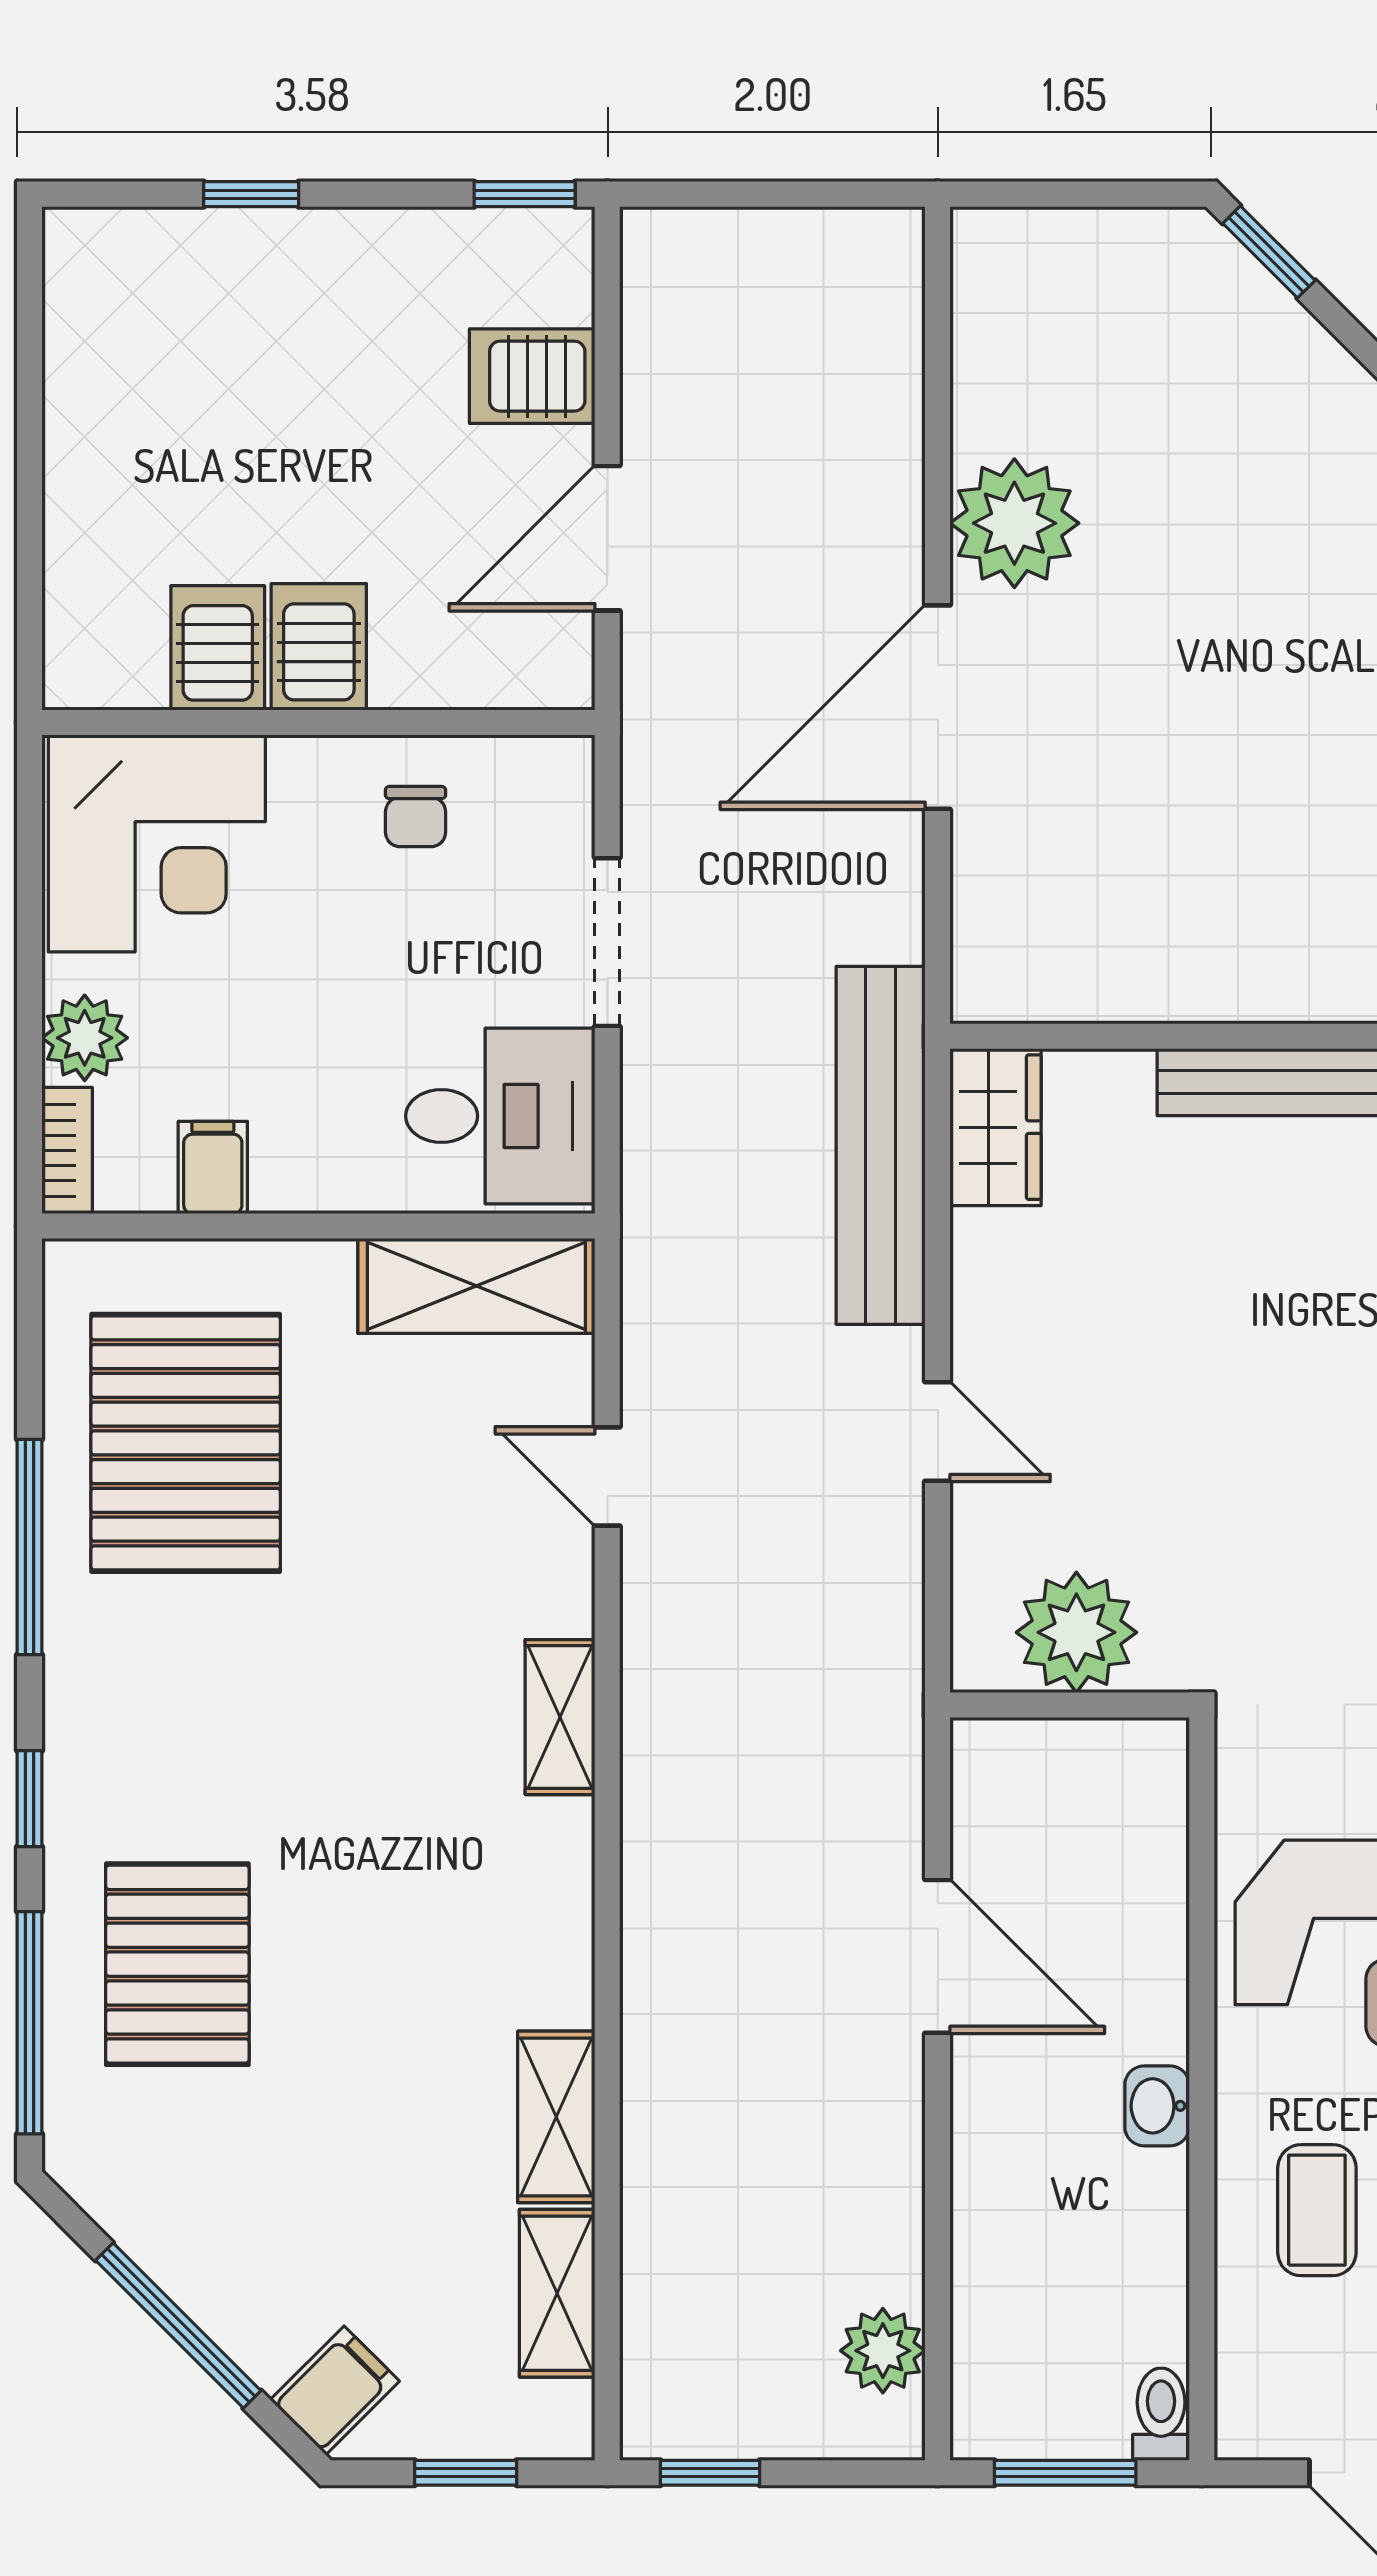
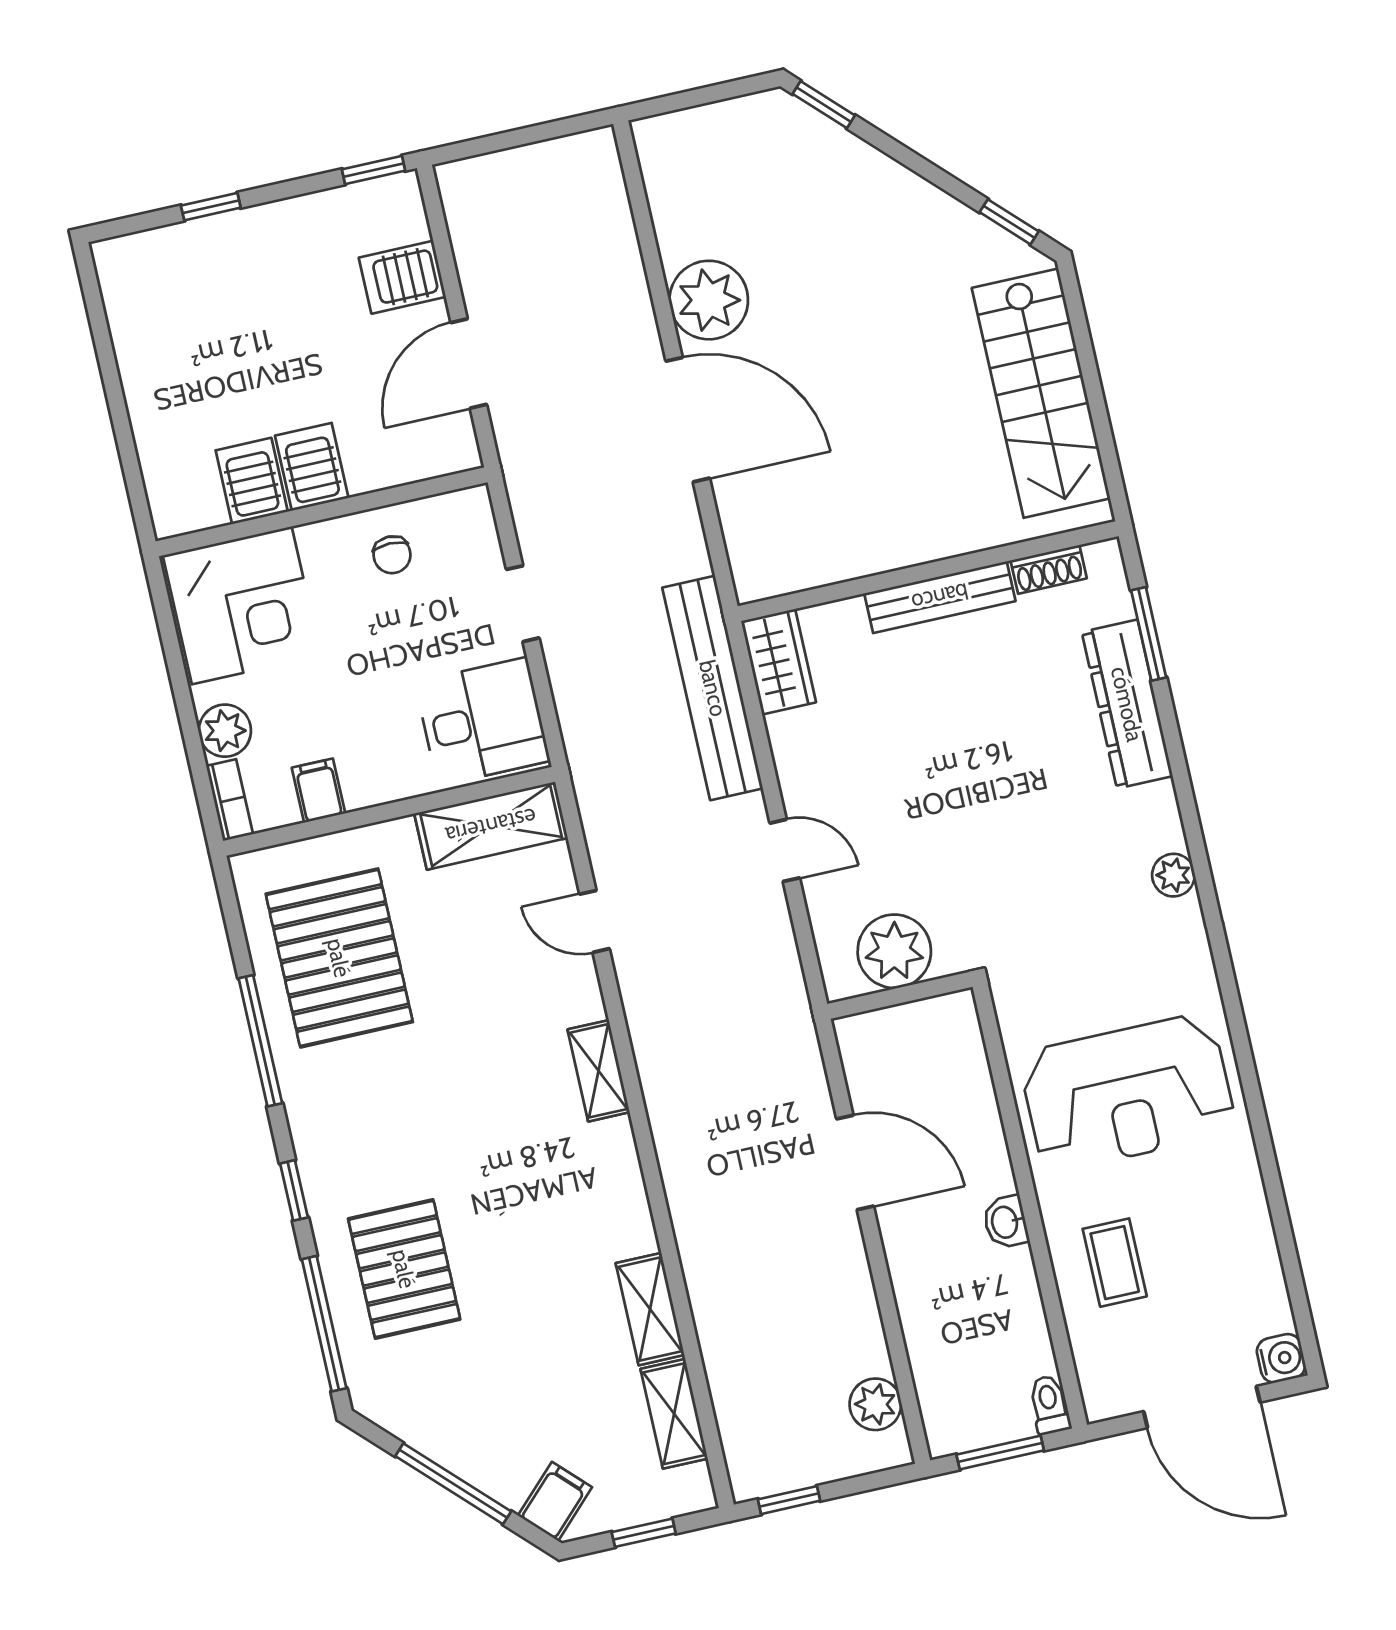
door: (938, 707) -> (688, 420), swing flipped
doorway: (607, 942) -> (523, 604), width x0.73

